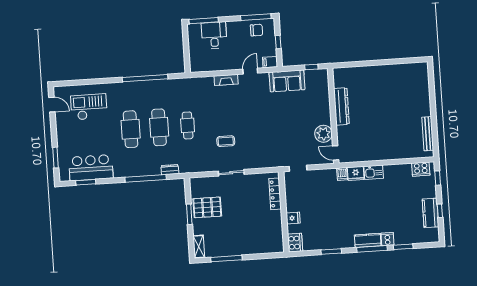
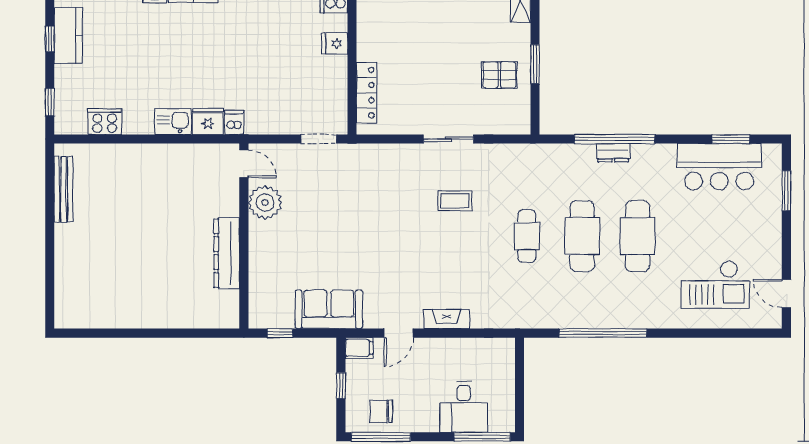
cooker: (421, 169) -> (105, 122), moved
dresser: (170, 170) -> (613, 153), moved
pallet: (207, 207) -> (499, 75), width x0.67, depth x0.71

